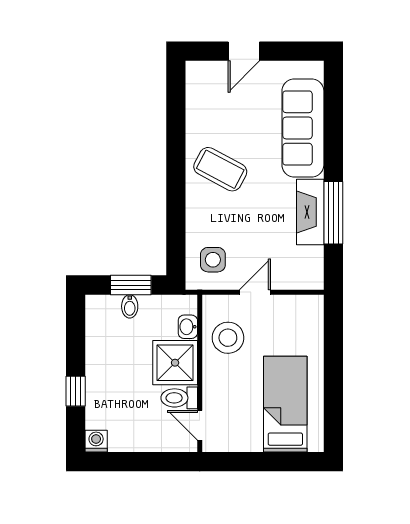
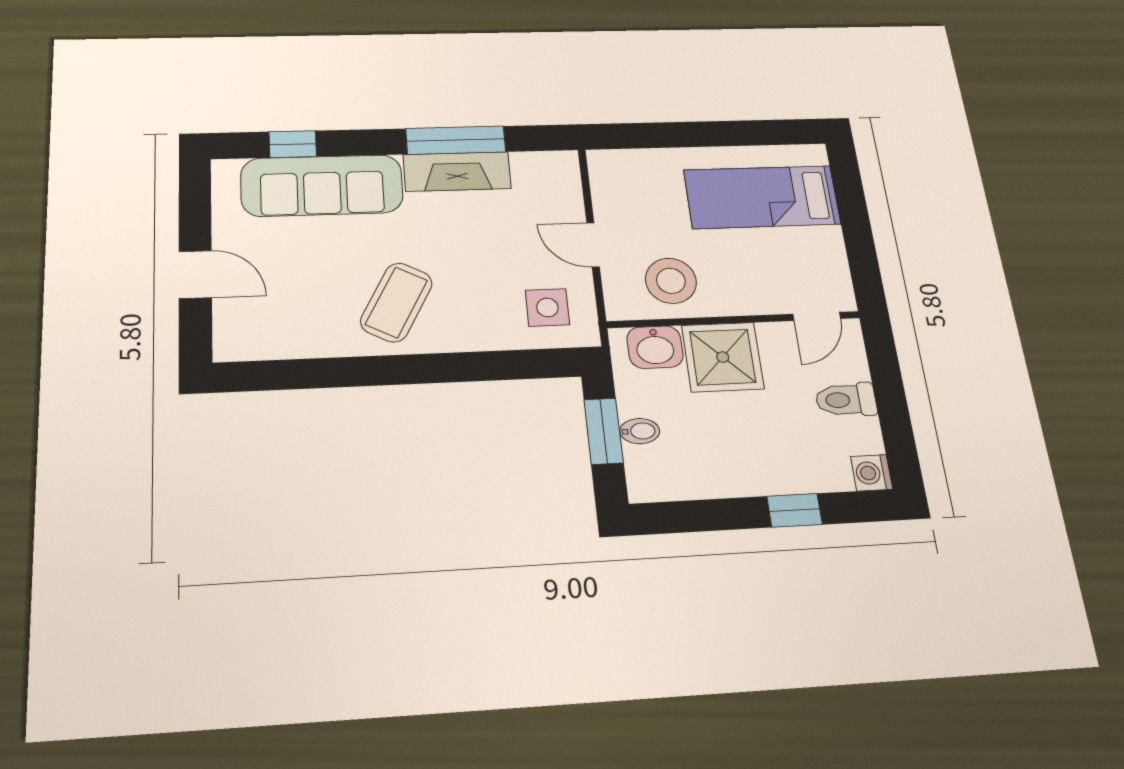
window: (333, 111) -> (293, 144), added
washbasin: (188, 327) -> (655, 347), width x1.38, depth x1.45
toilet: (179, 398) -> (846, 400), moved, turned 90

